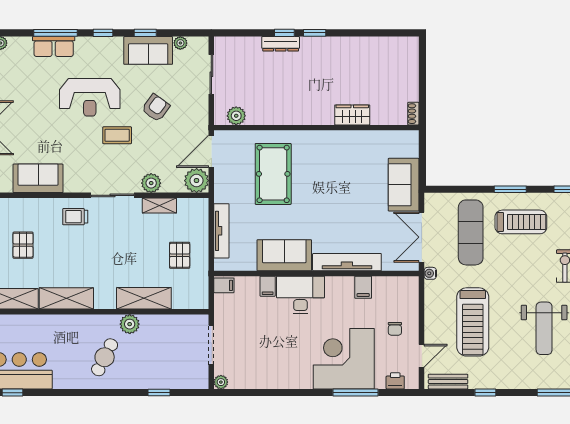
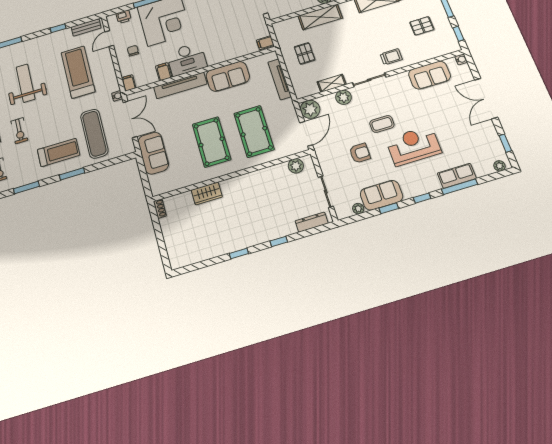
window: (315, 33) -> (239, 253), moved
dresser: (281, 44) -> (312, 222), moved
armchair: (156, 108) -> (360, 153), turned -126
pool table: (329, 177) -> (211, 142), added
treadmill: (521, 222) -> (59, 152), turned 180
pallet: (23, 245) -> (422, 26), turned 90
filing cabinet: (268, 286) -> (129, 83), moved
desk: (300, 295) -> (187, 59), moved

